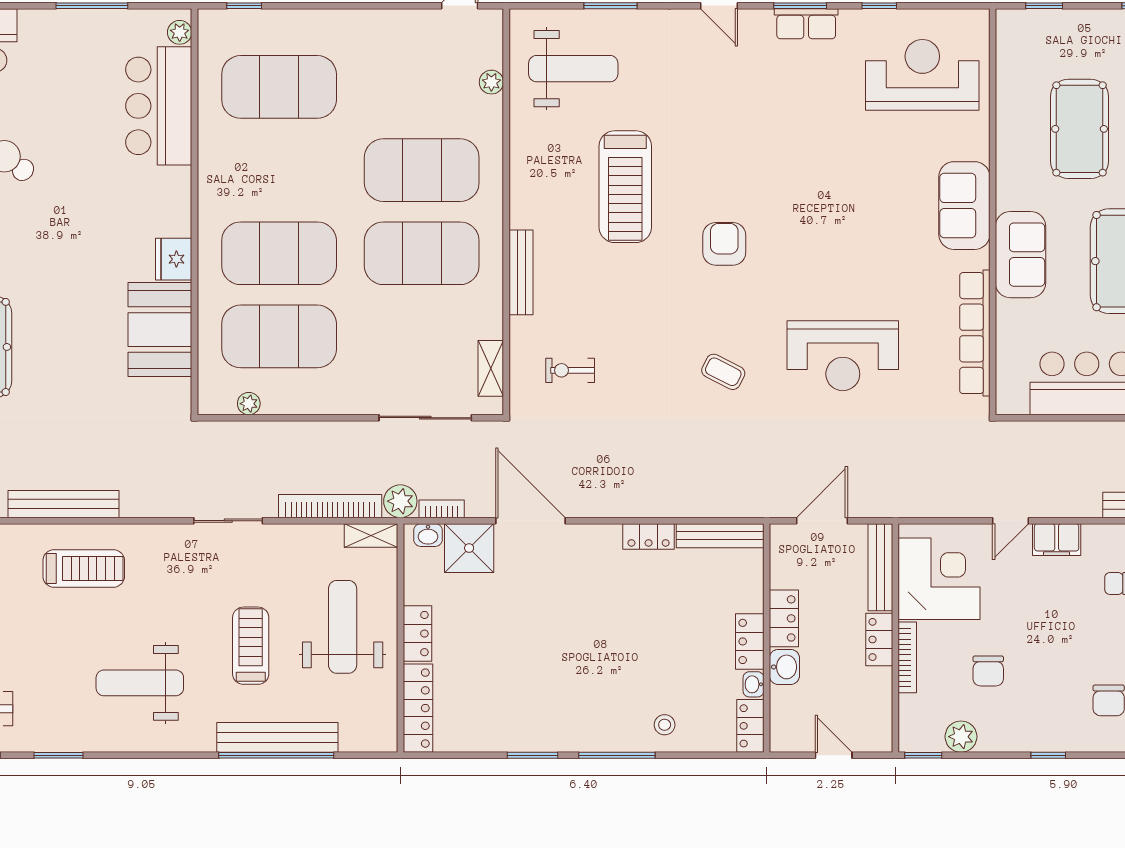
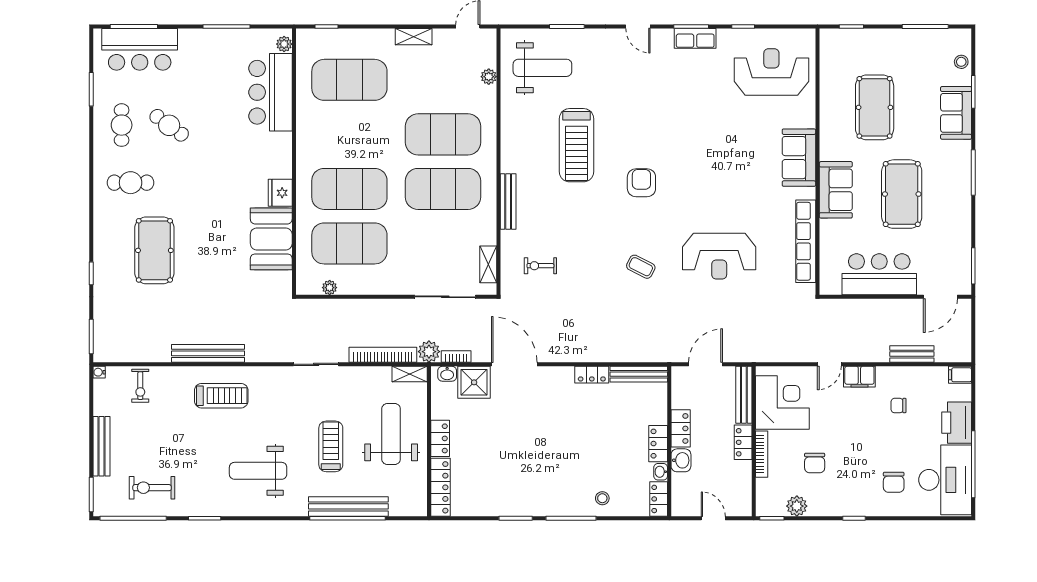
shelving: (377, 21) -> (414, 37), added

